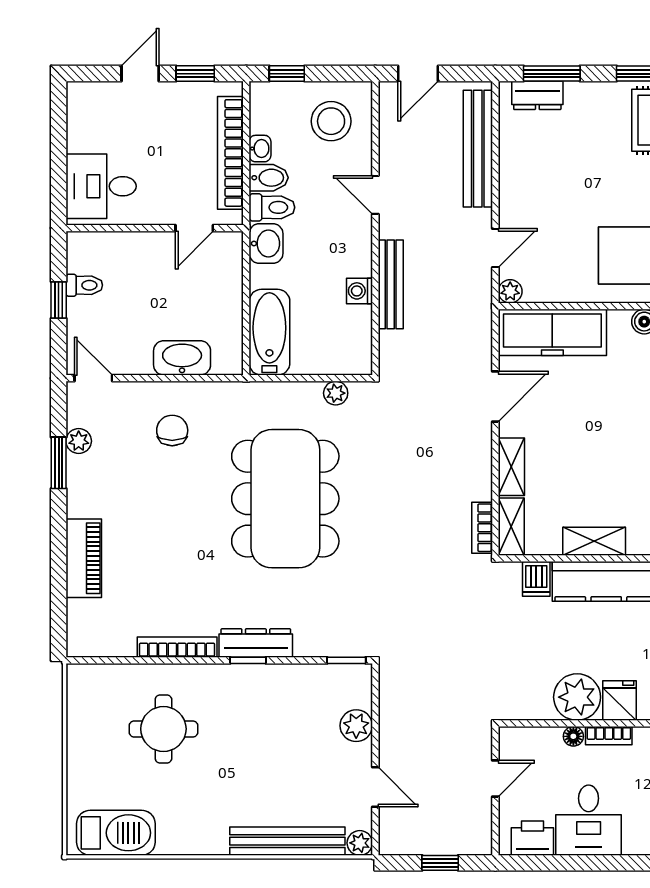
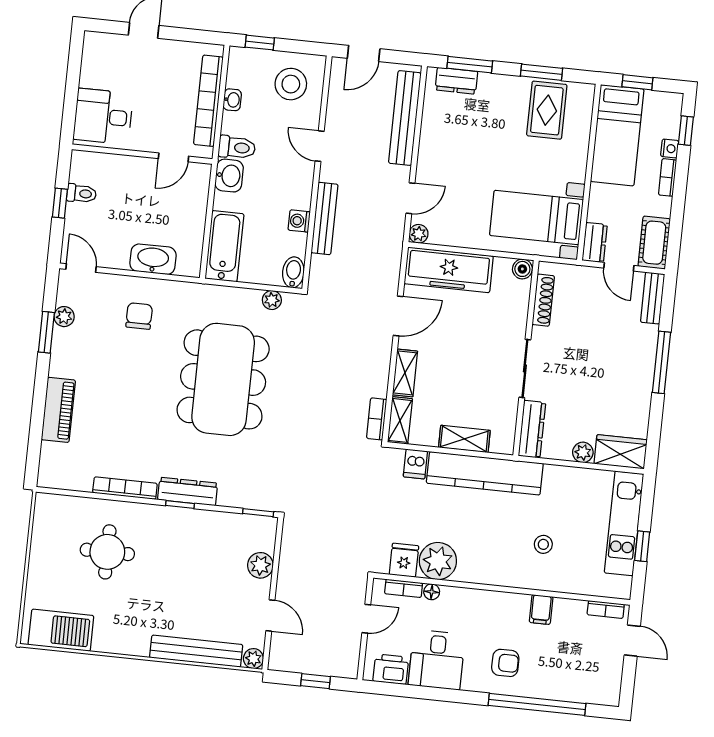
window: (195, 74) -> (187, 35), removed
bidet: (269, 178) -> (293, 272), moved, turned -90
fridge: (620, 701) -> (404, 560), moved
bookcase: (609, 736) -> (404, 588), moved

